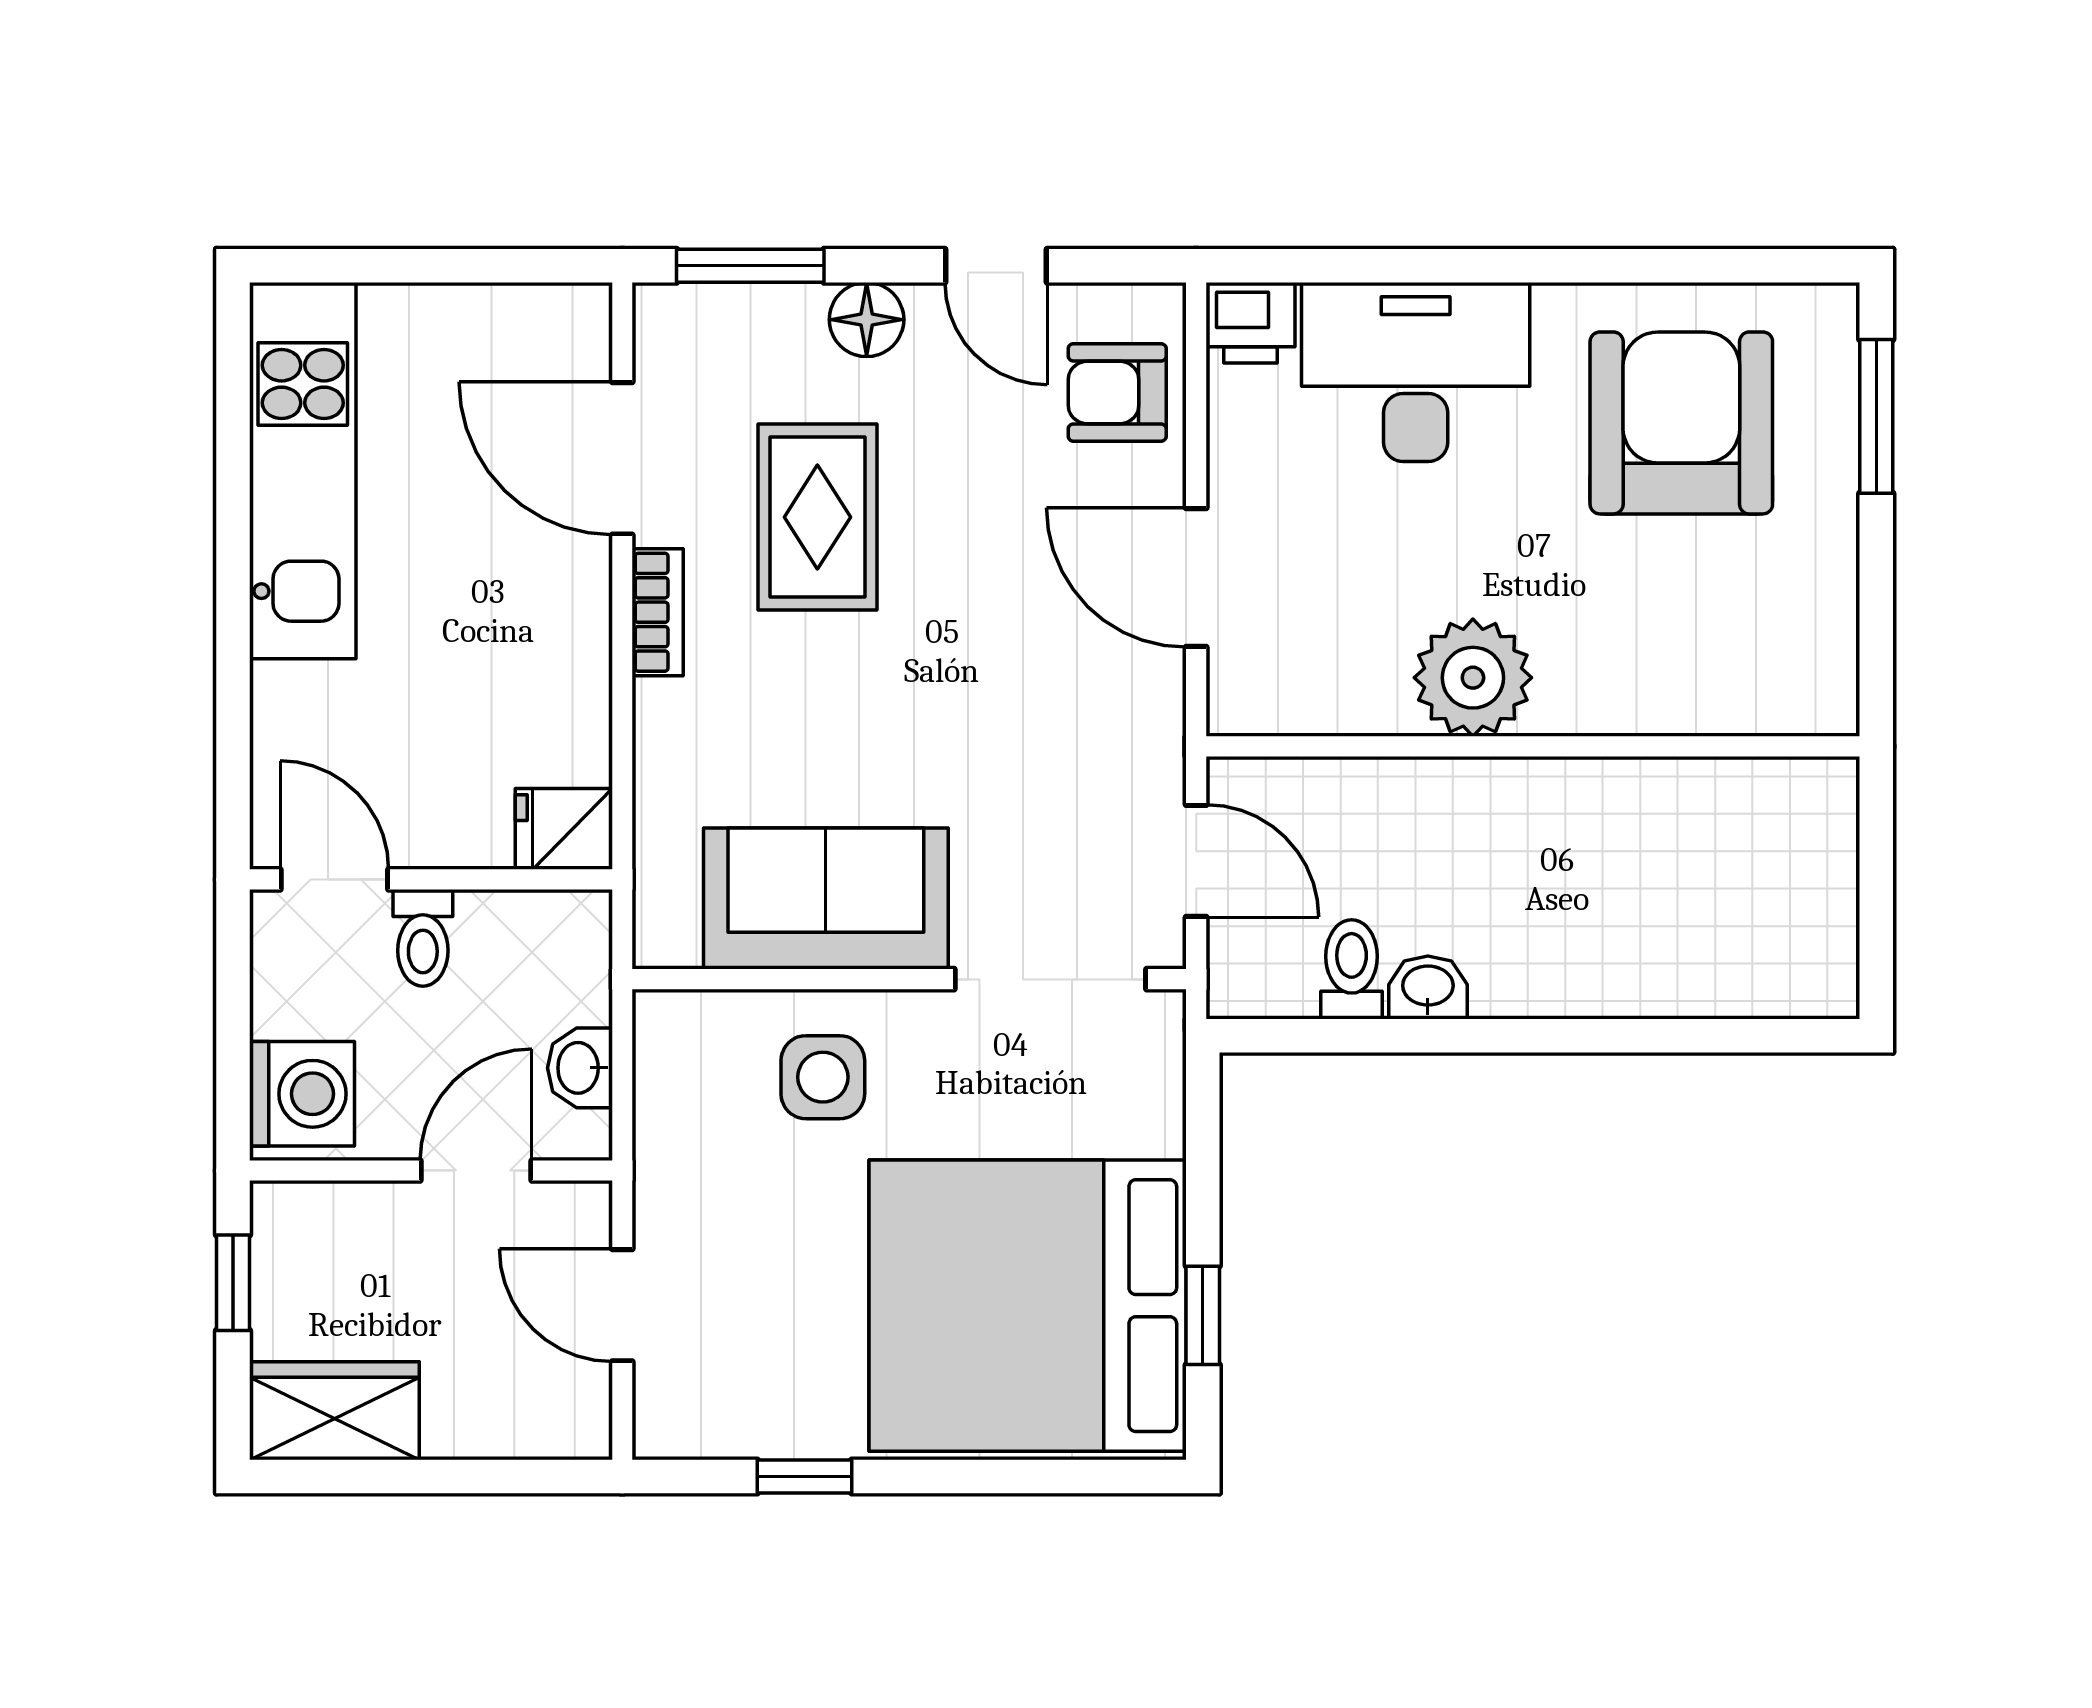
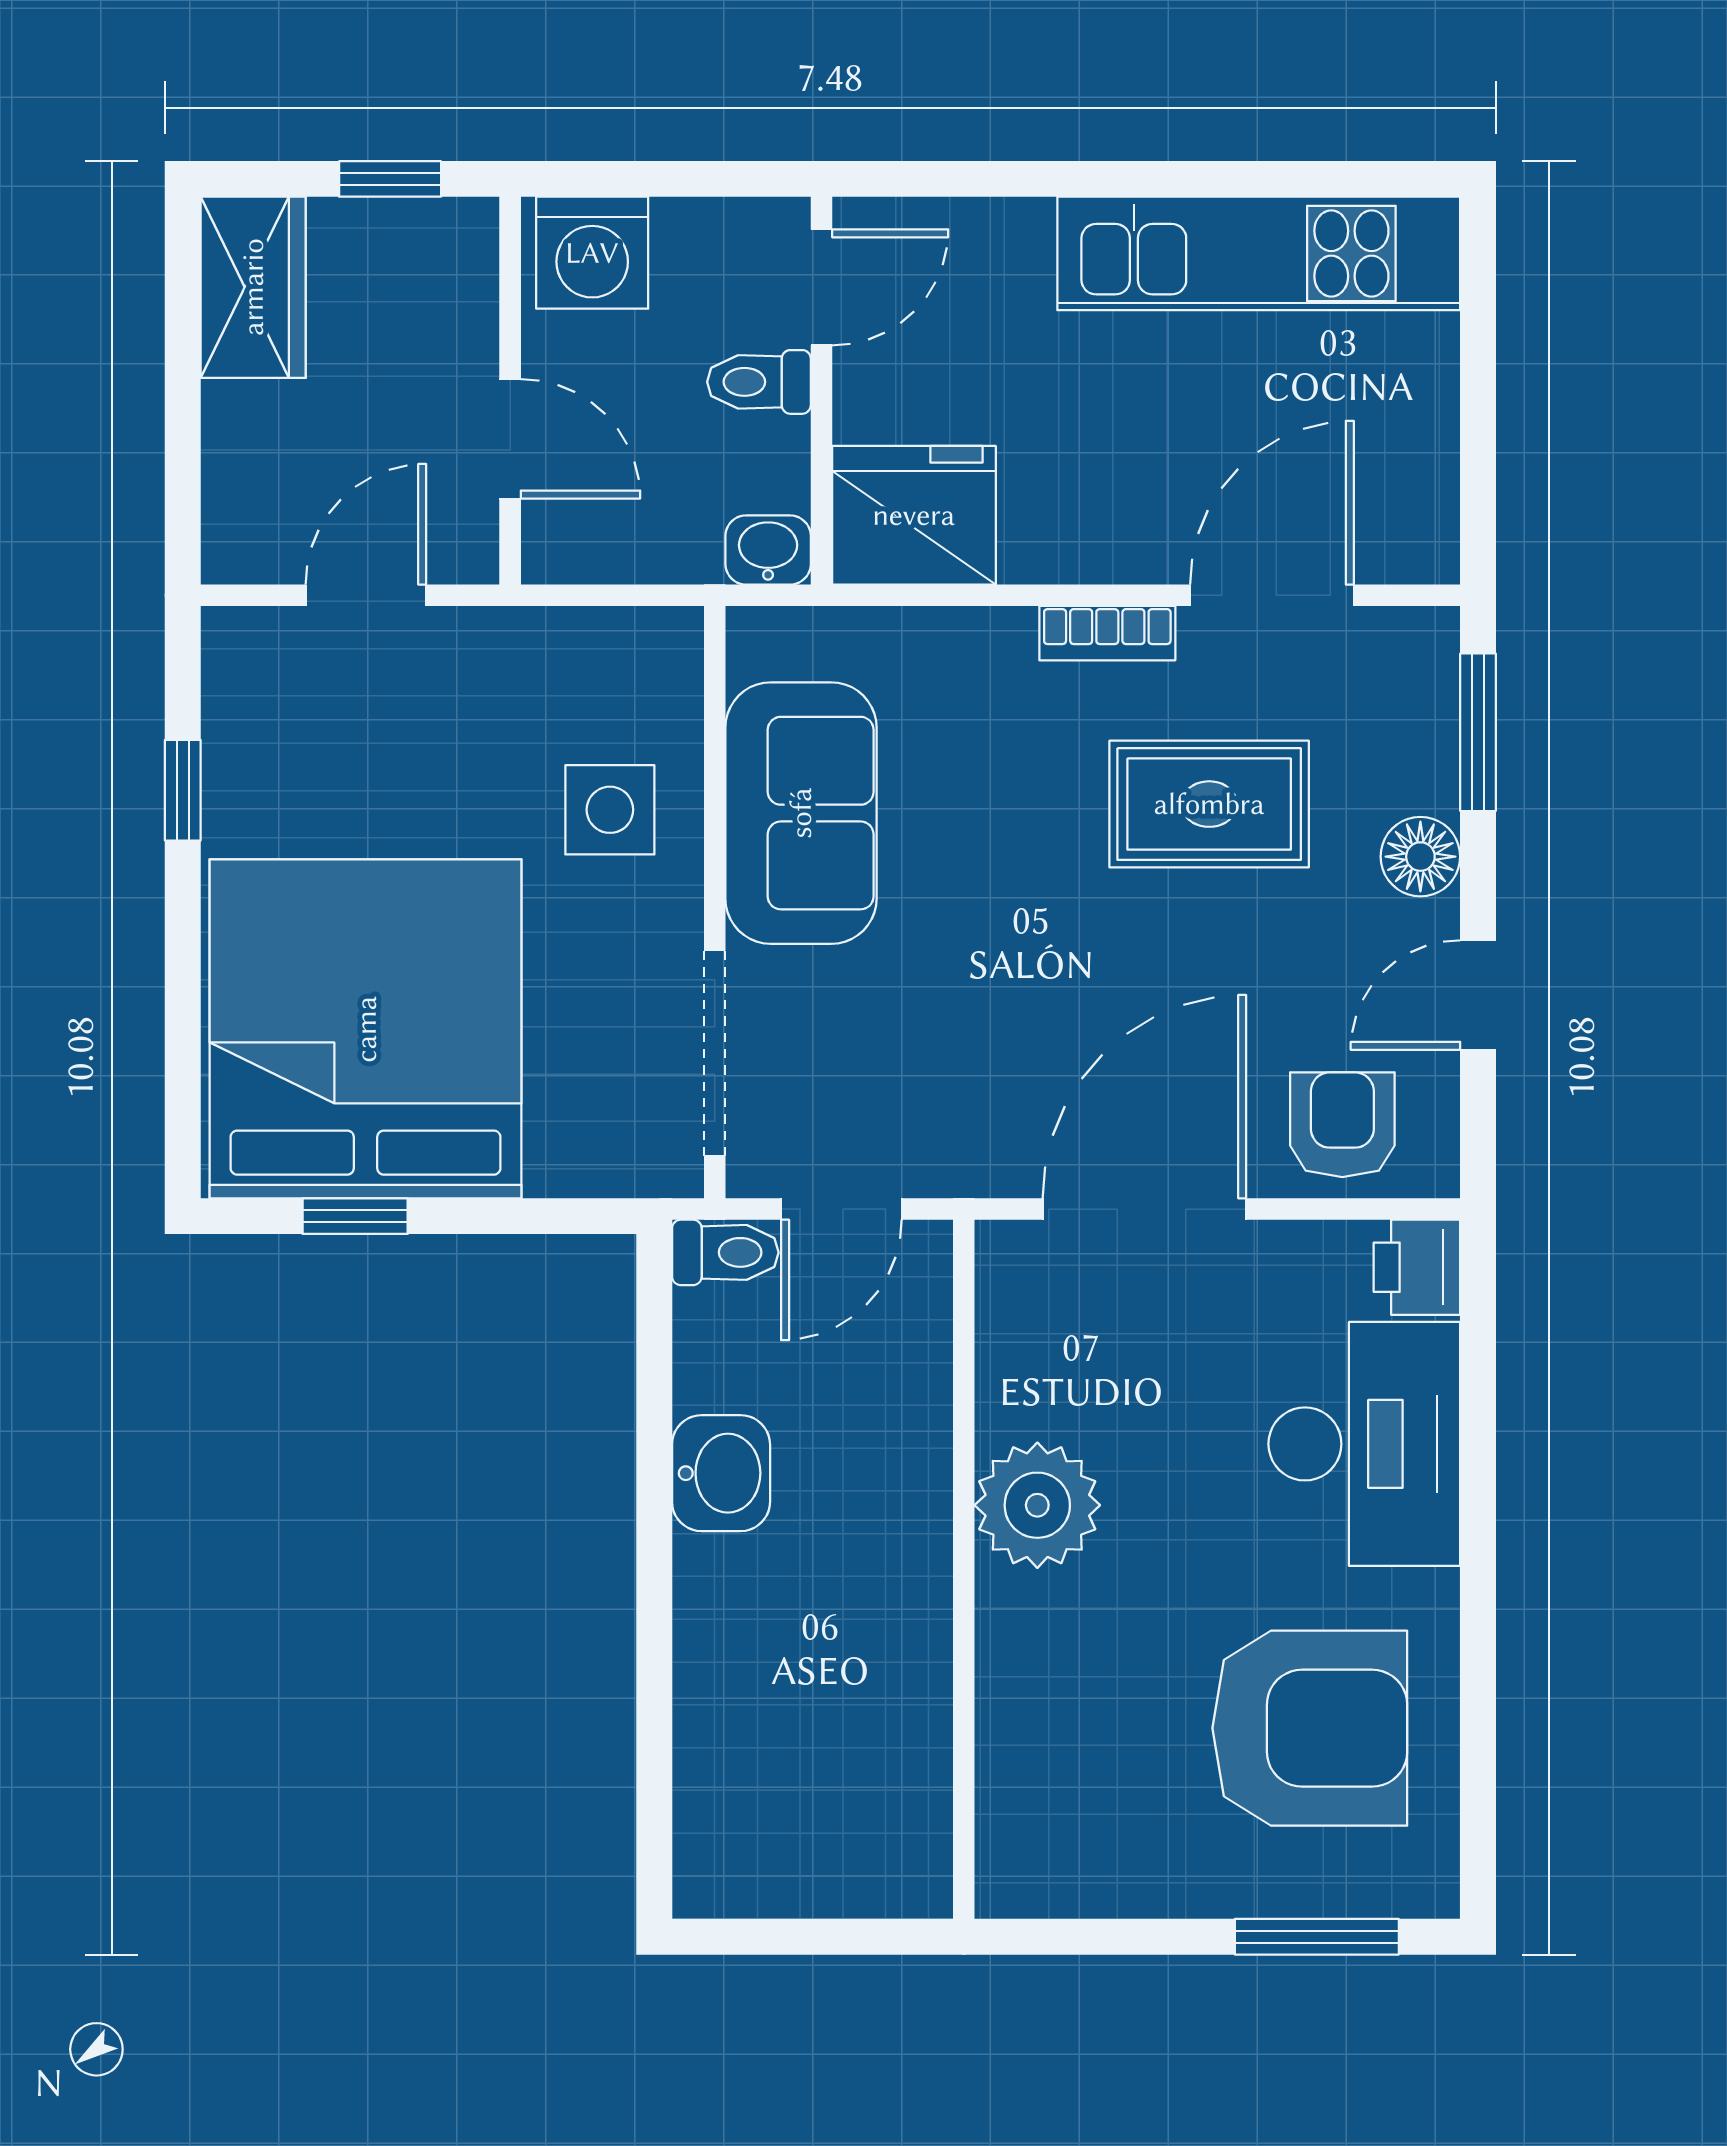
door: (1196, 578) -> (1144, 1209), width x1.36
fridge: (564, 829) -> (914, 515), width x1.88, depth x1.34
toilet: (1352, 969) -> (725, 1252), moved
washbasin: (1428, 987) -> (721, 1473), width x1.38, depth x1.45
washbasin: (580, 1068) -> (768, 550), moved

